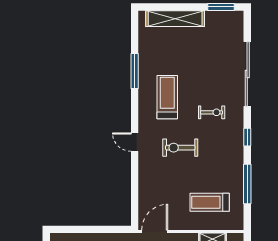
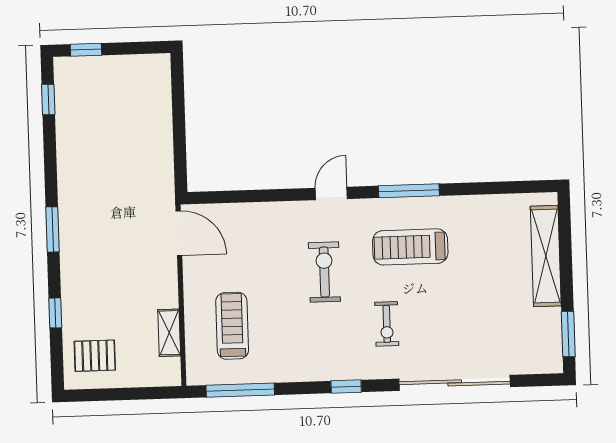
window: (135, 71) -> (409, 191), moved
treadmill: (167, 97) -> (410, 247), turned 180
window: (247, 184) -> (240, 390), moved

